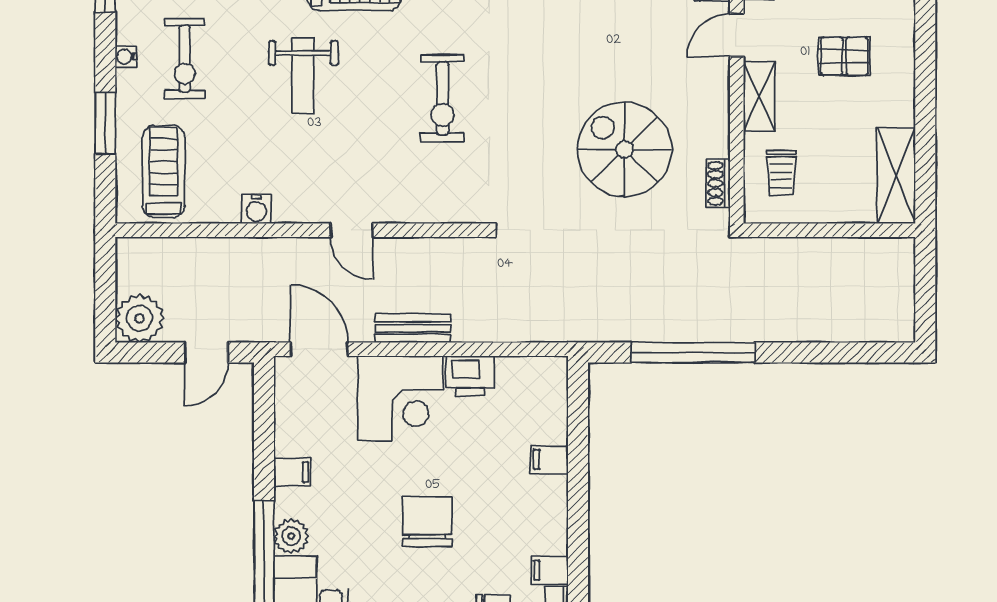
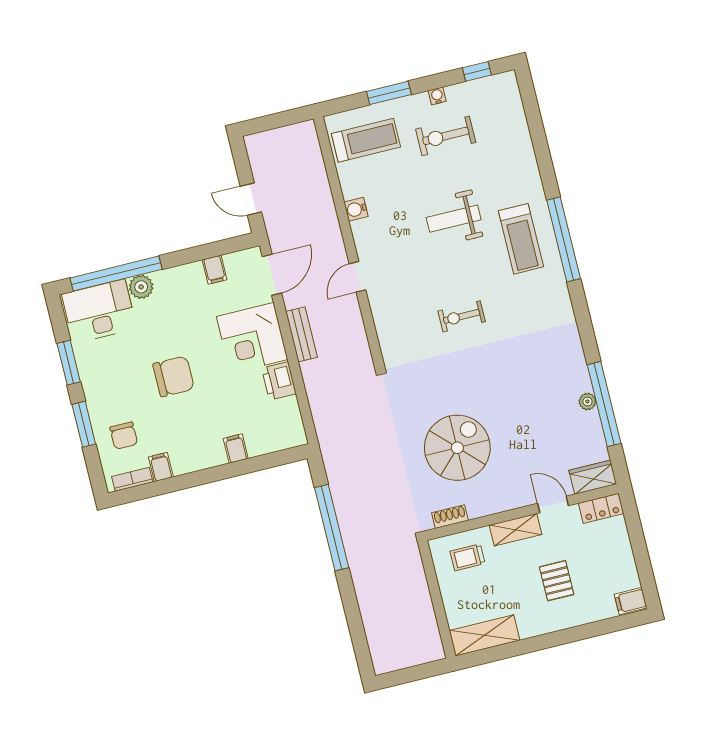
exercise bike: (442, 98) -> (462, 316), width x0.73, depth x0.72
plant: (140, 318) -> (263, 148), removed
filing cabinet: (292, 472) -> (215, 270), moved

